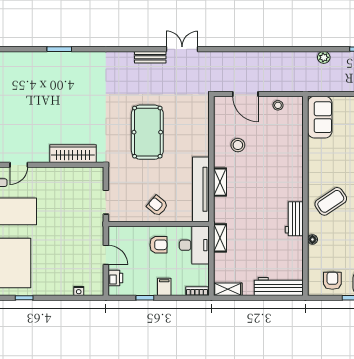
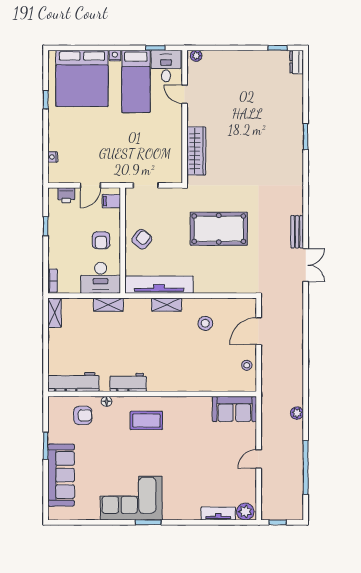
coffee table: (331, 201) -> (146, 420), turned -56
armchair: (332, 281) -> (83, 415), moved
workbench: (279, 286) -> (73, 382), moved, turned -90
filing cabinet: (164, 287) -> (111, 201), moved, turned 180

